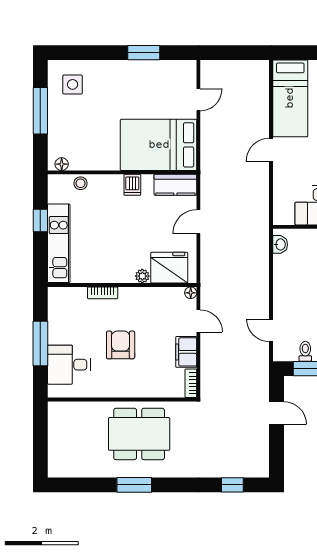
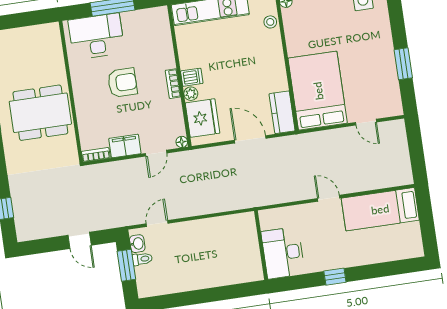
dishwasher: (132, 185) -> (192, 77), moved, turned 180
door: (198, 222) -> (250, 139), width x1.38
washbasin: (280, 244) -> (137, 244), moved, turned -90
bookcase: (103, 293) -> (173, 84), moved
desk: (69, 365) -> (96, 36), width x1.37
door: (277, 413) -> (80, 240), hinge flipped
dining table: (139, 434) -> (40, 113), turned 90

